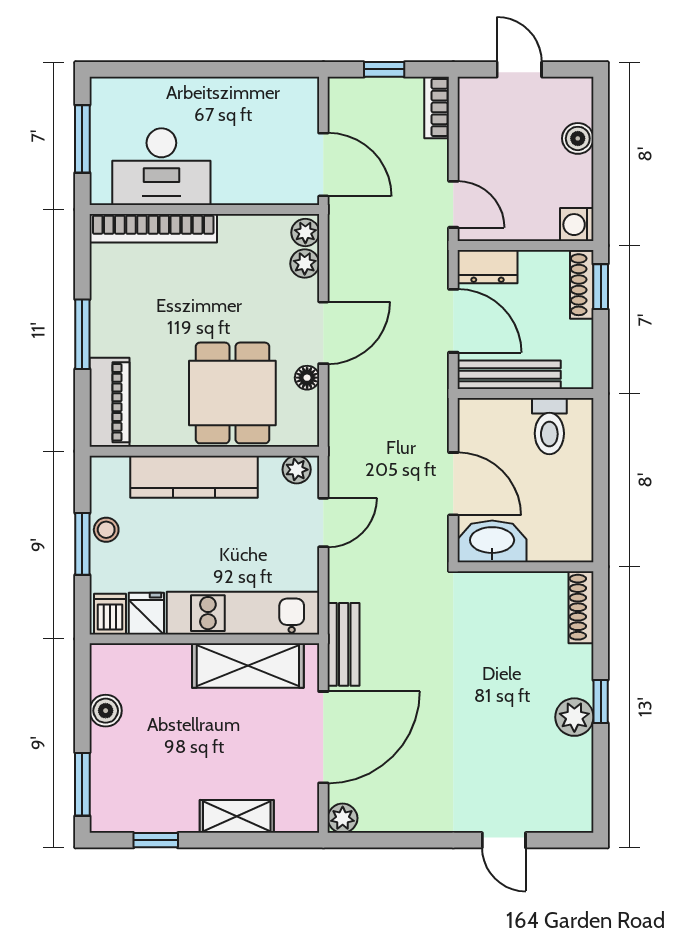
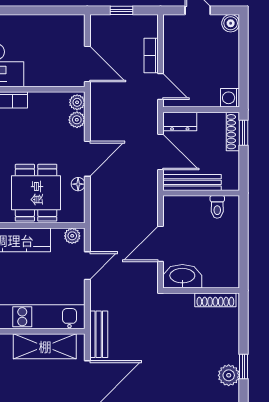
bookcase: (437, 107) -> (151, 55), moved
boiler: (578, 138) -> (231, 23), moved
toilet: (549, 426) -> (217, 207), width x0.73, depth x0.72
door: (453, 484) -> (161, 244), swing flipped
shoe rack: (581, 607) -> (215, 300), moved, turned -90

